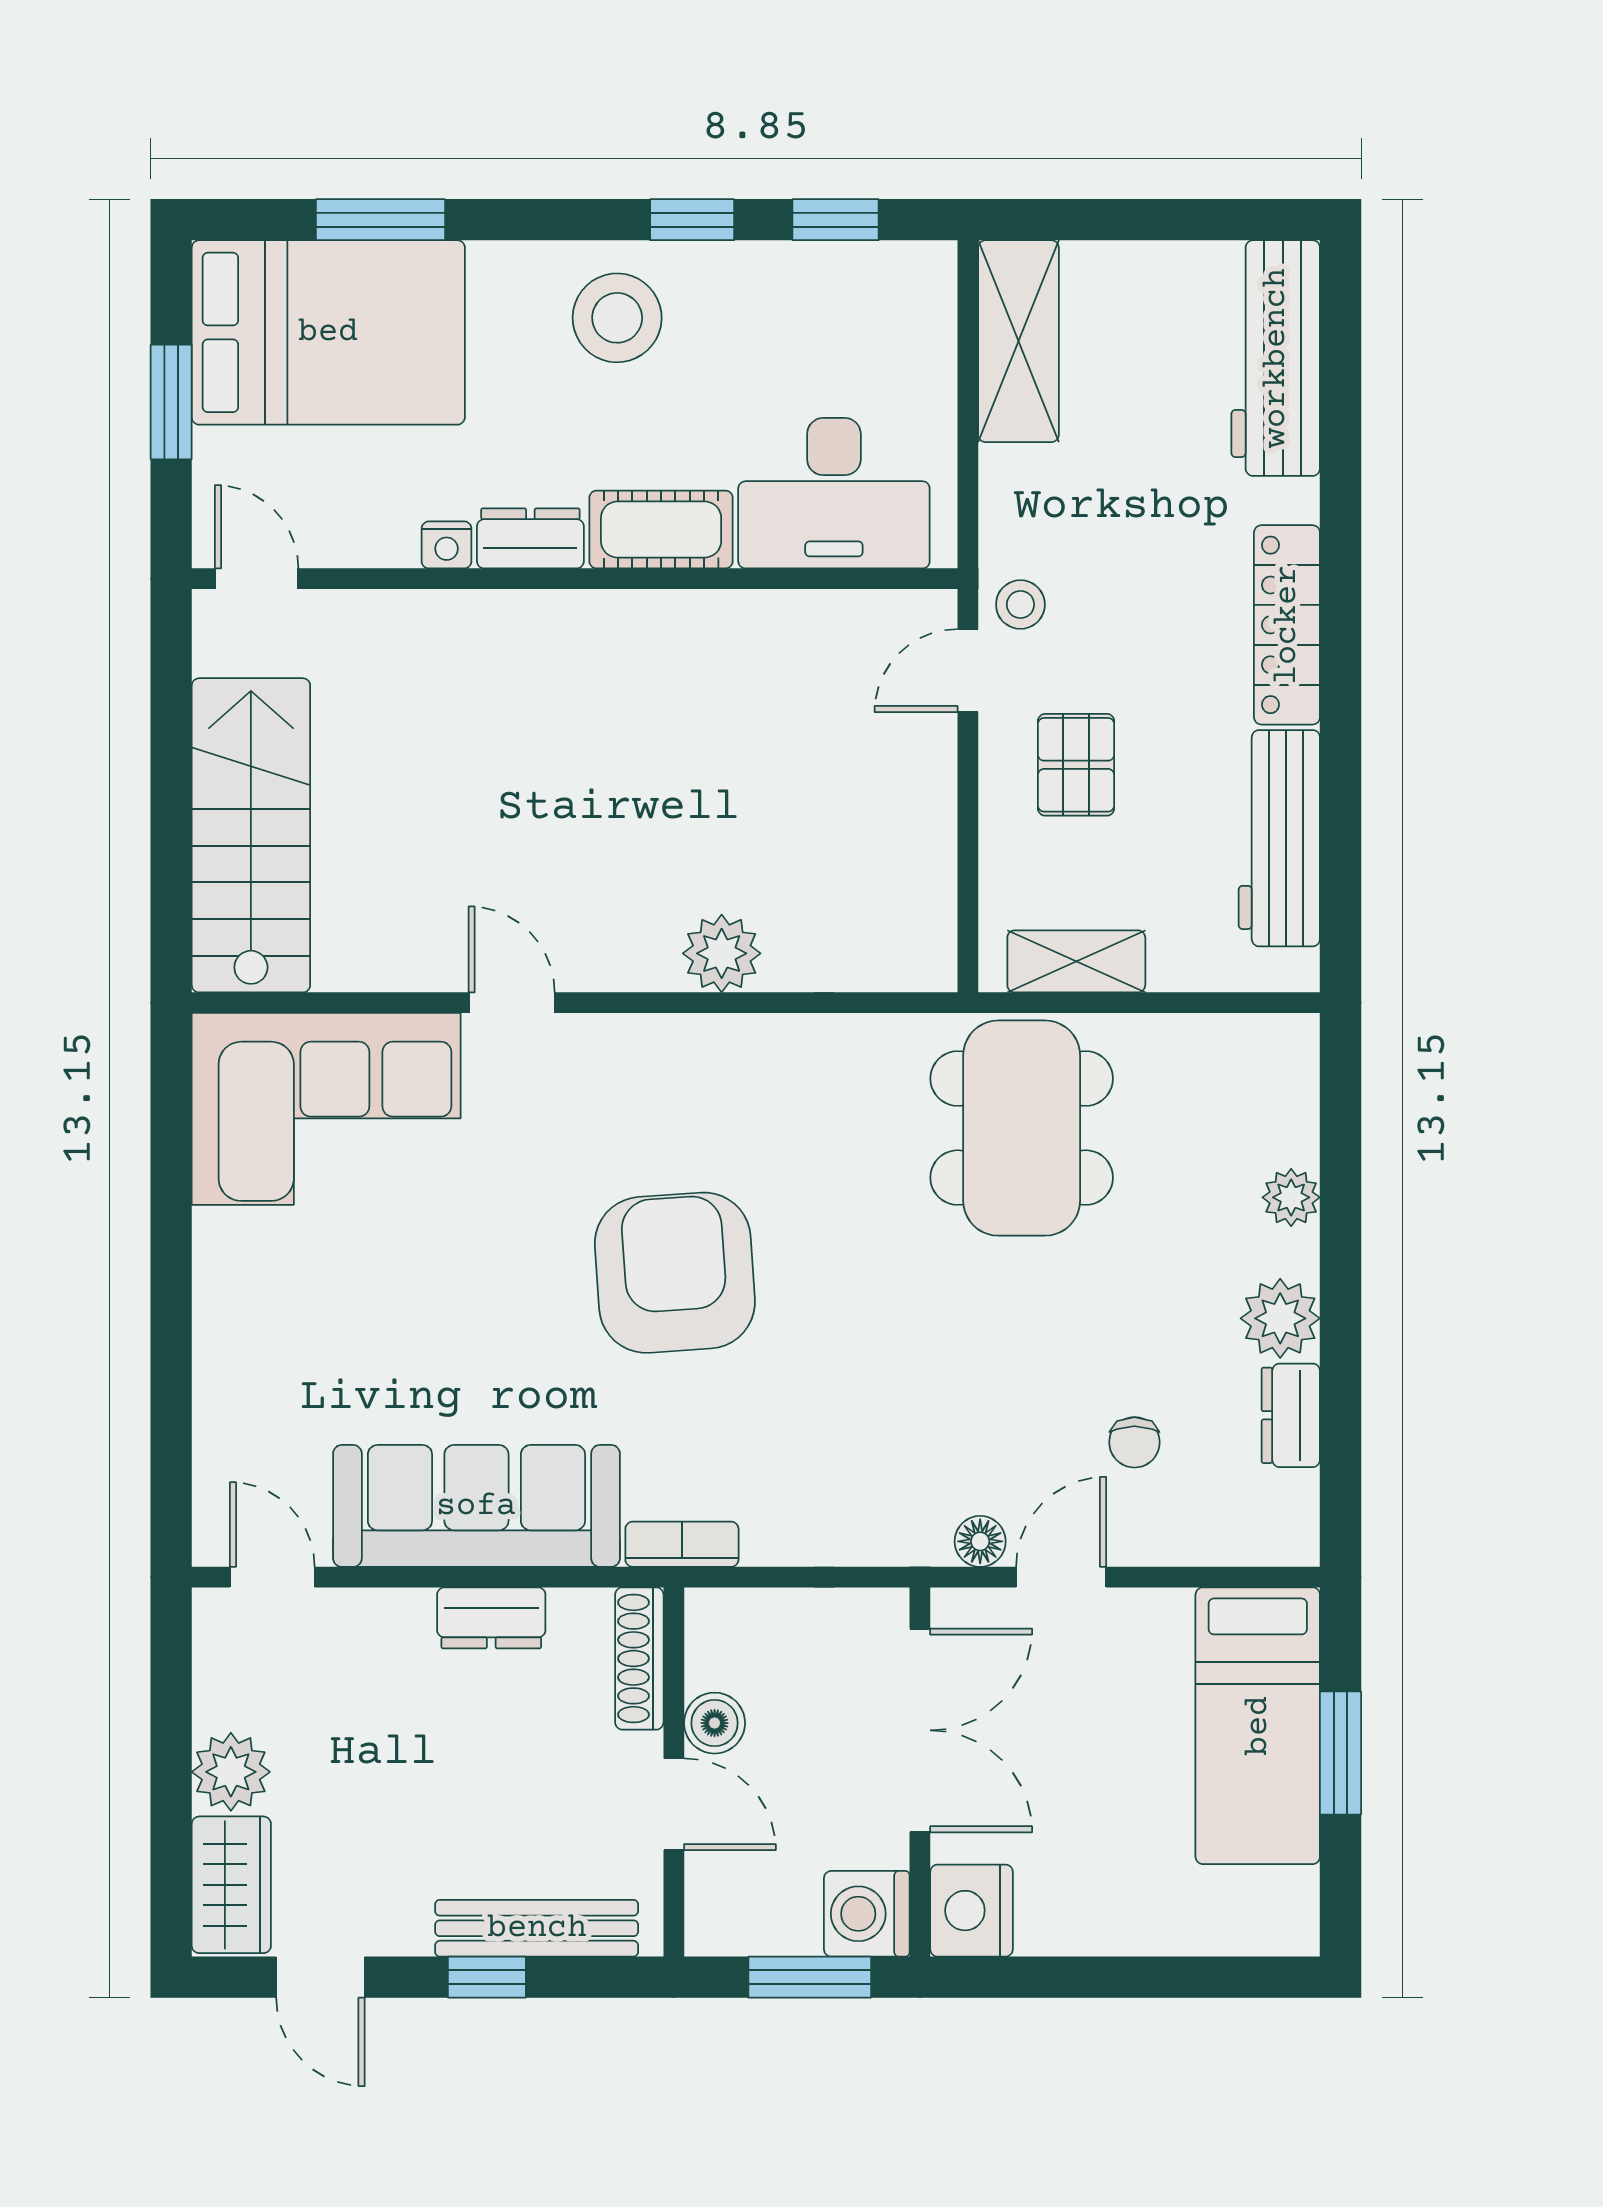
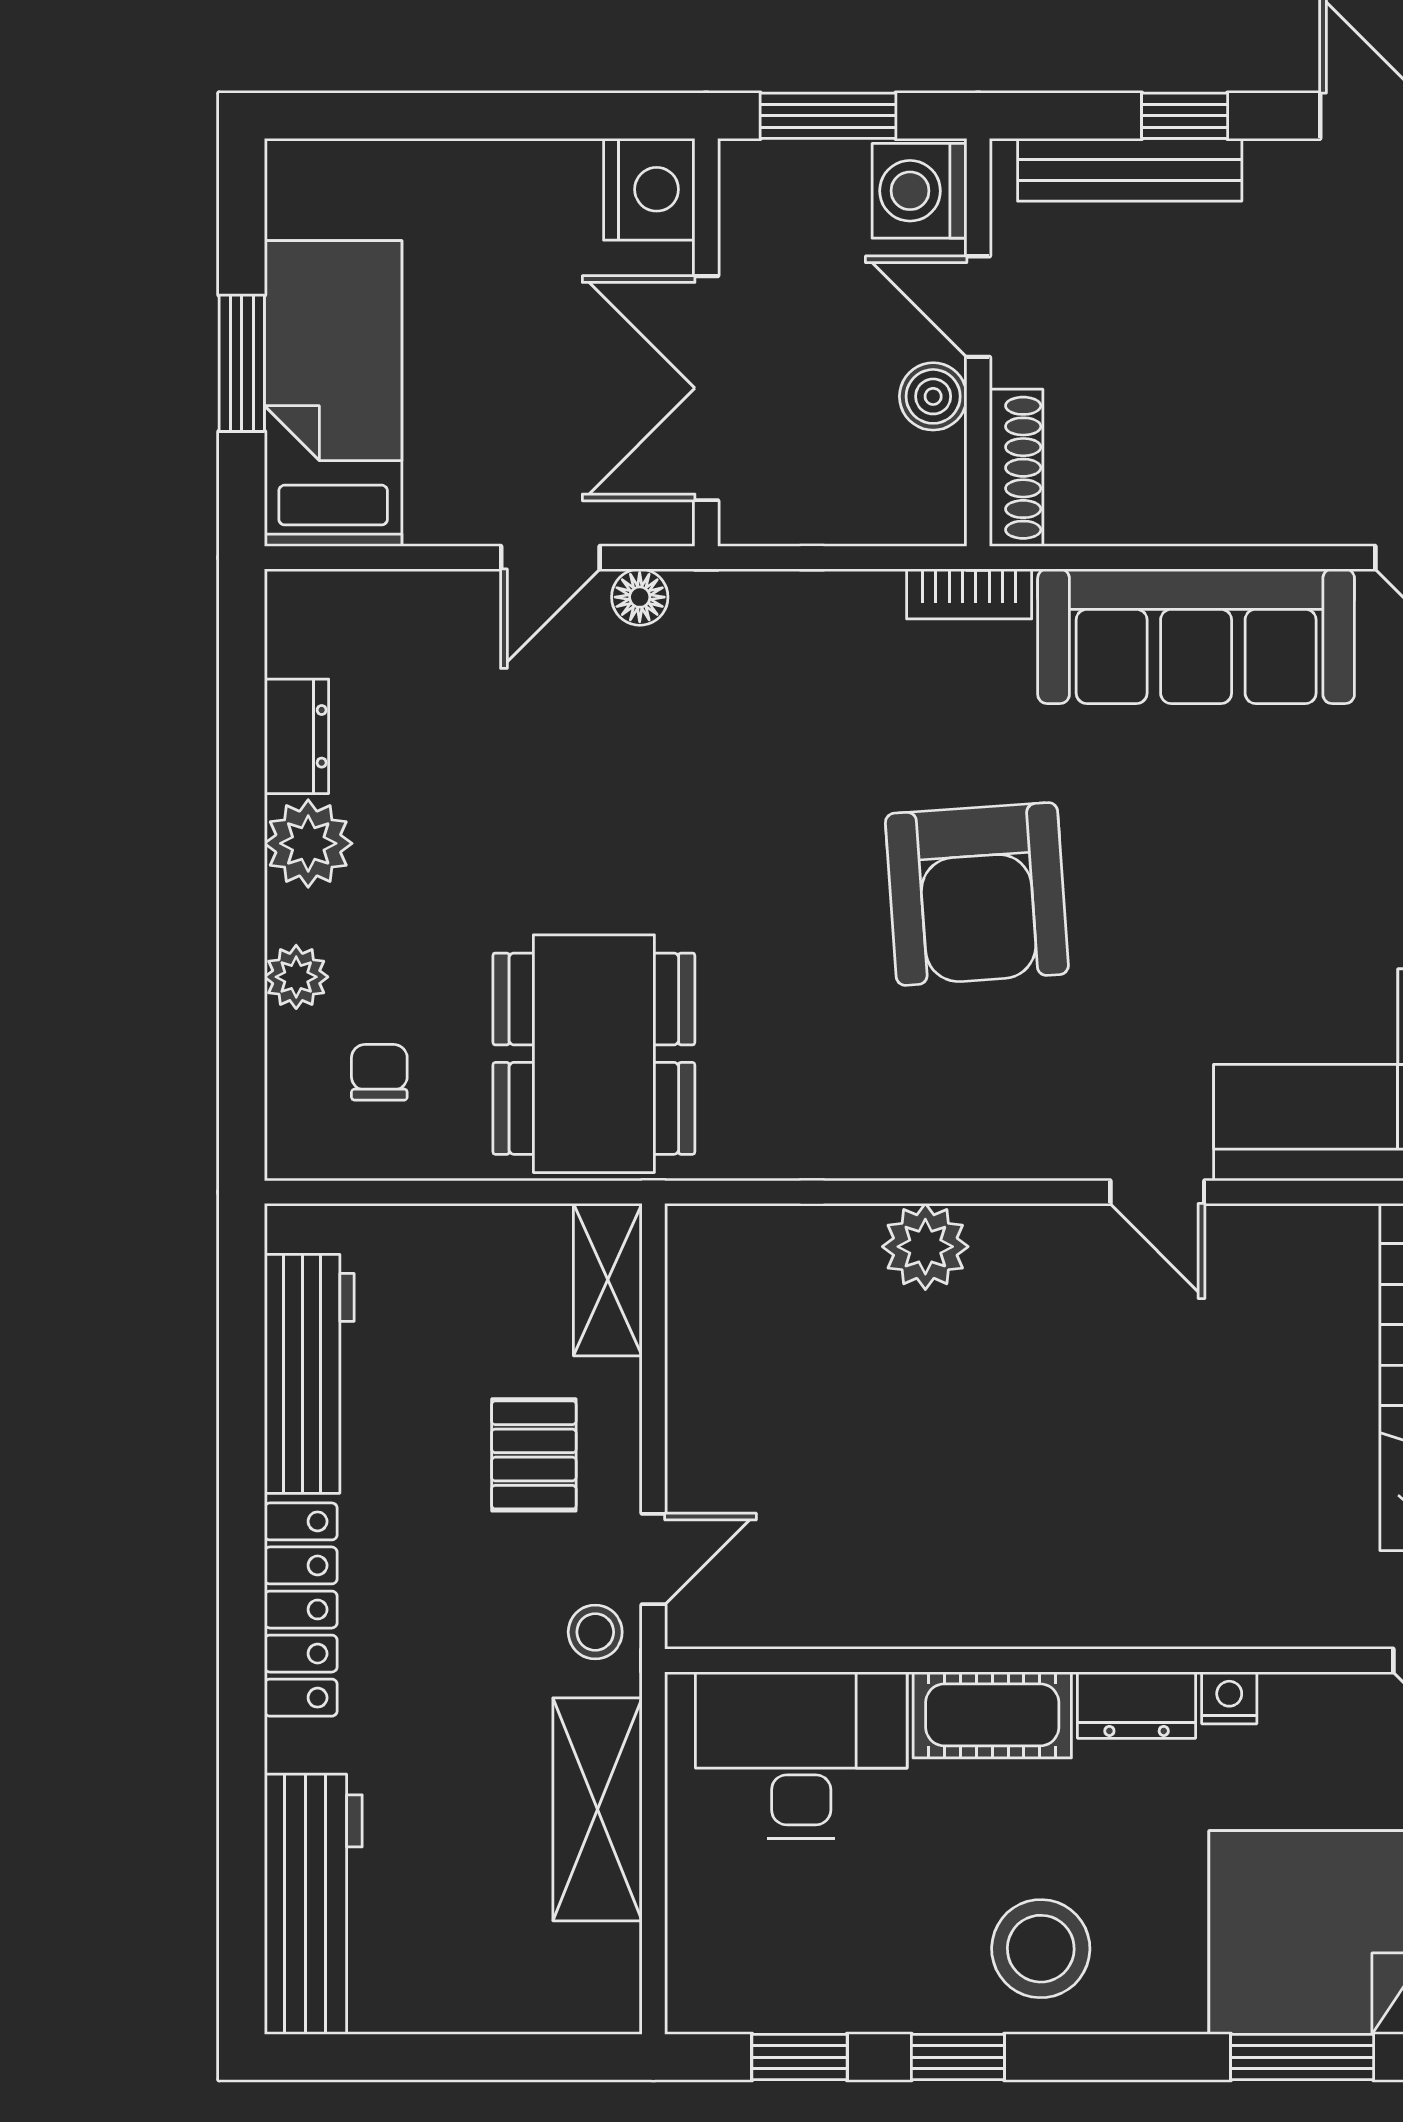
shelving: (1018, 341) -> (597, 1809), moved
shelving: (1076, 961) -> (608, 1280), moved, turned 90
chair: (1134, 1442) -> (379, 1072), moved
dresser: (491, 1618) -> (1180, 513), removed
washing machine: (867, 1914) -> (919, 191), moved, turned 180

